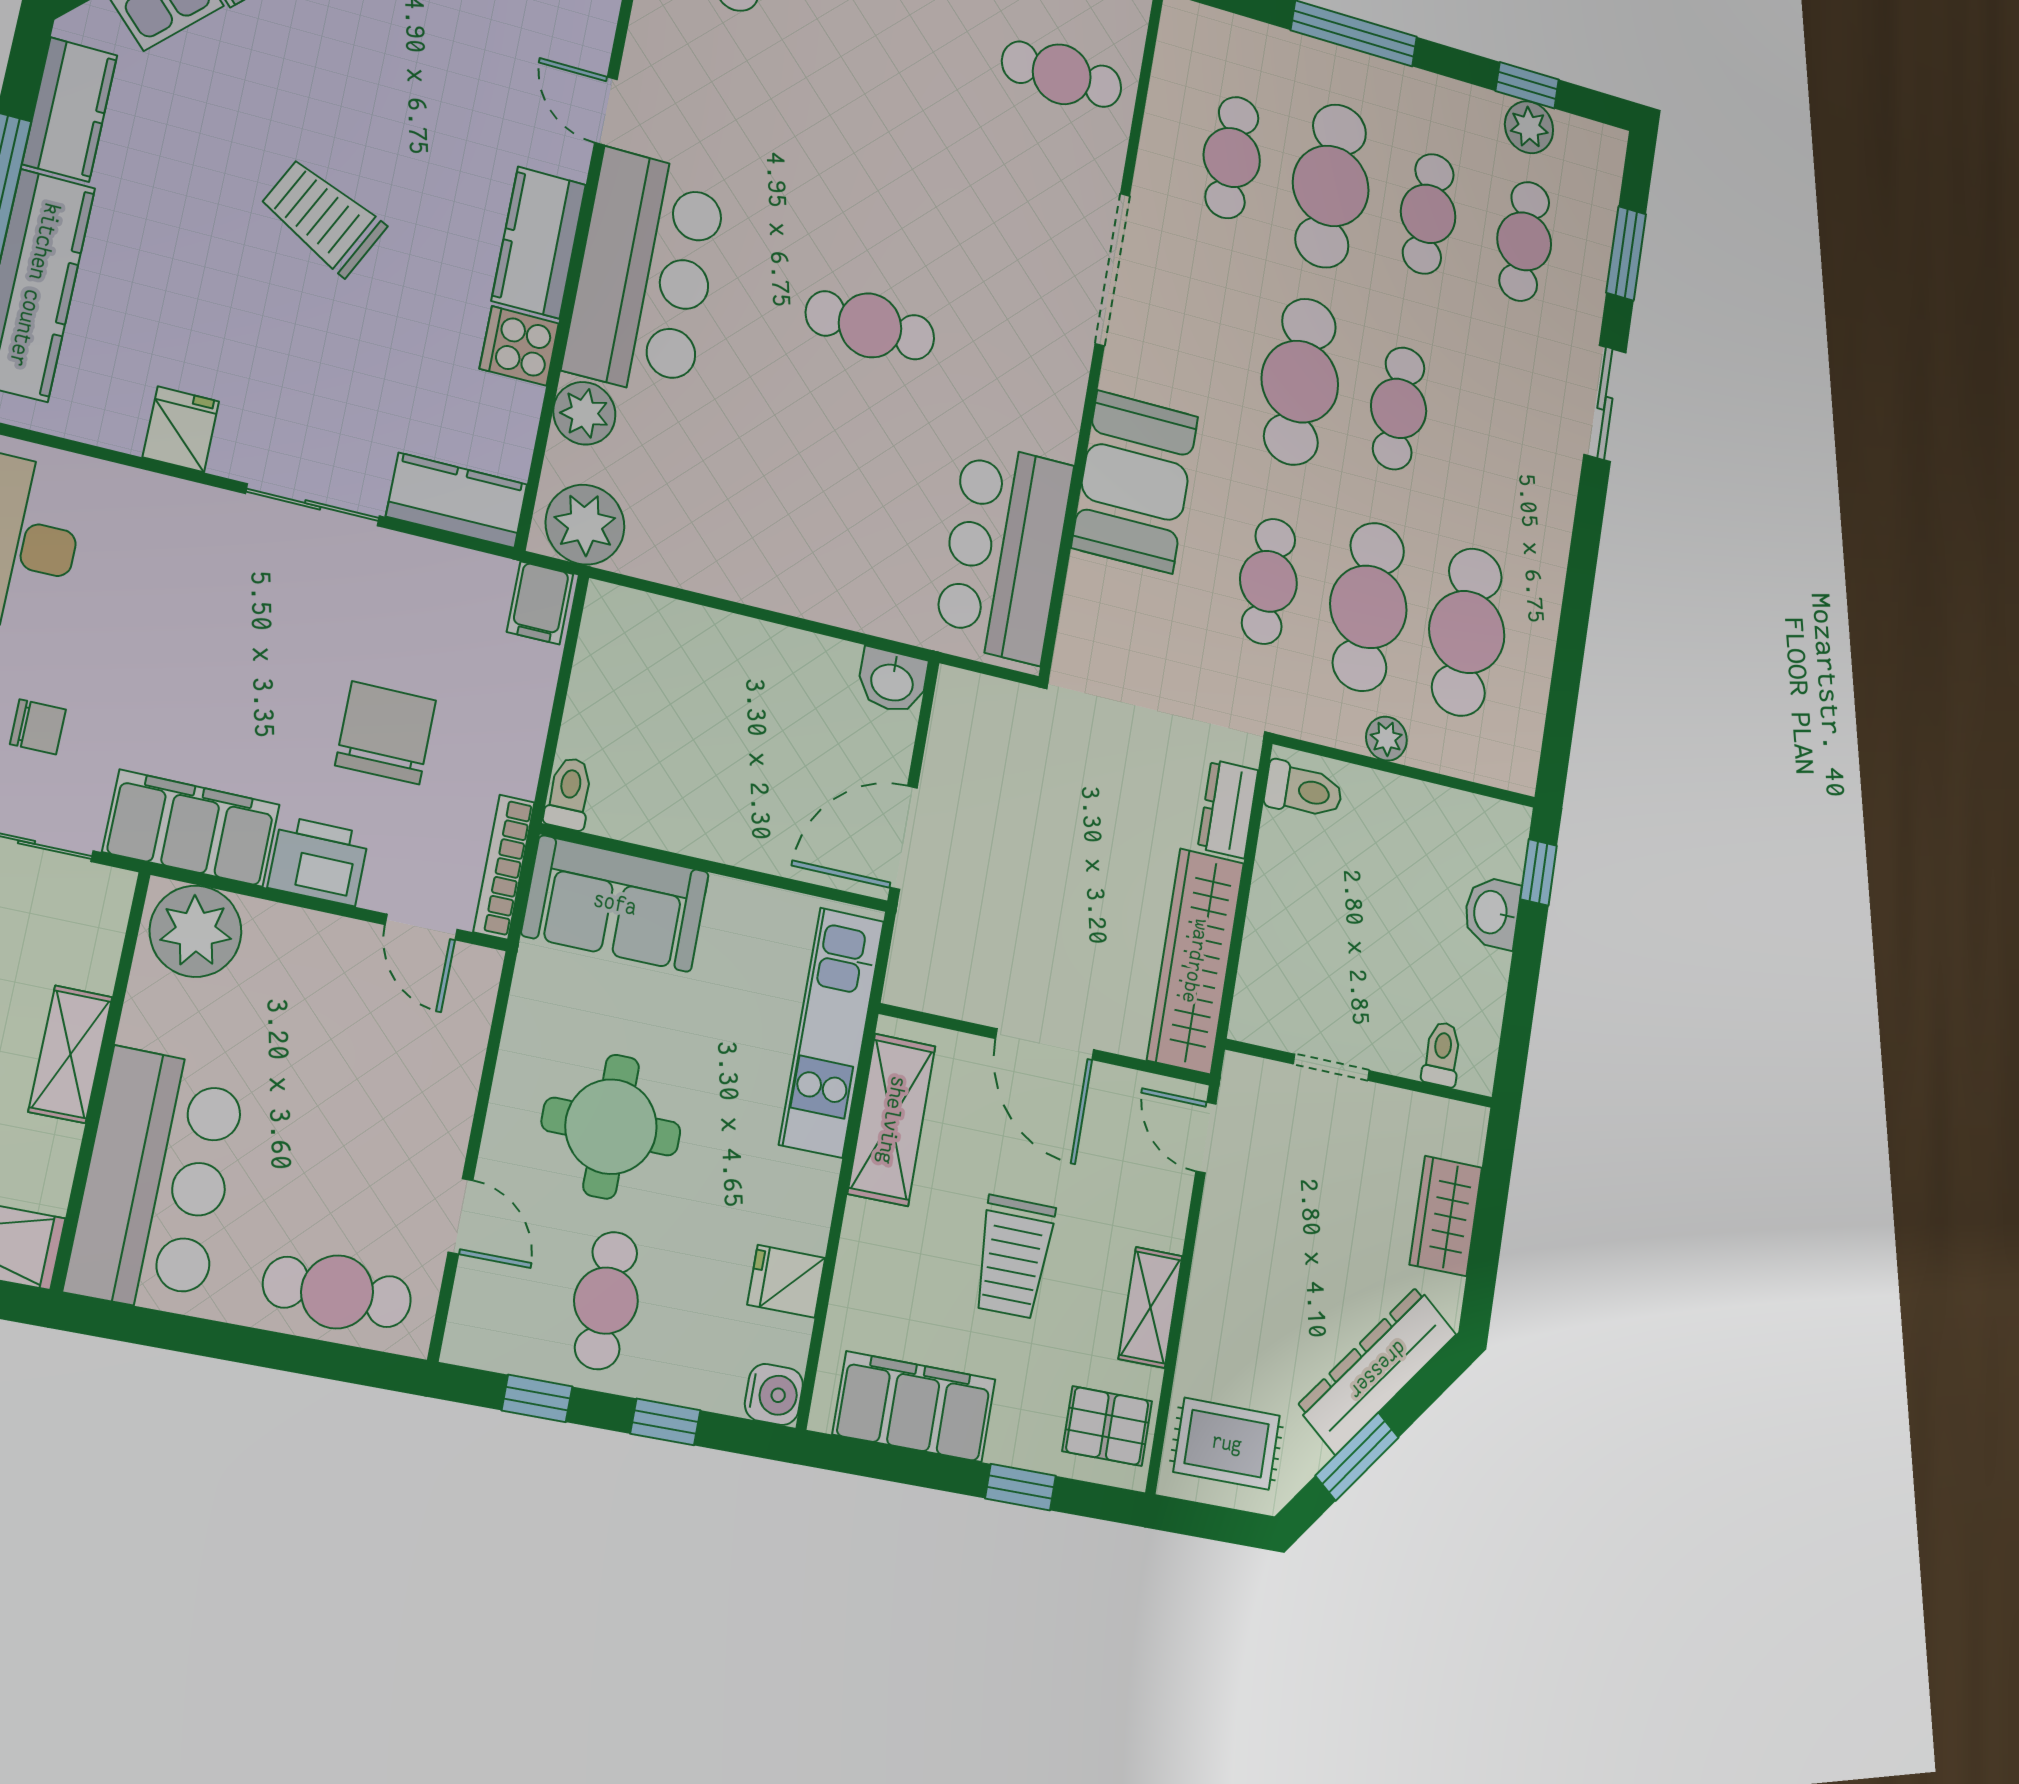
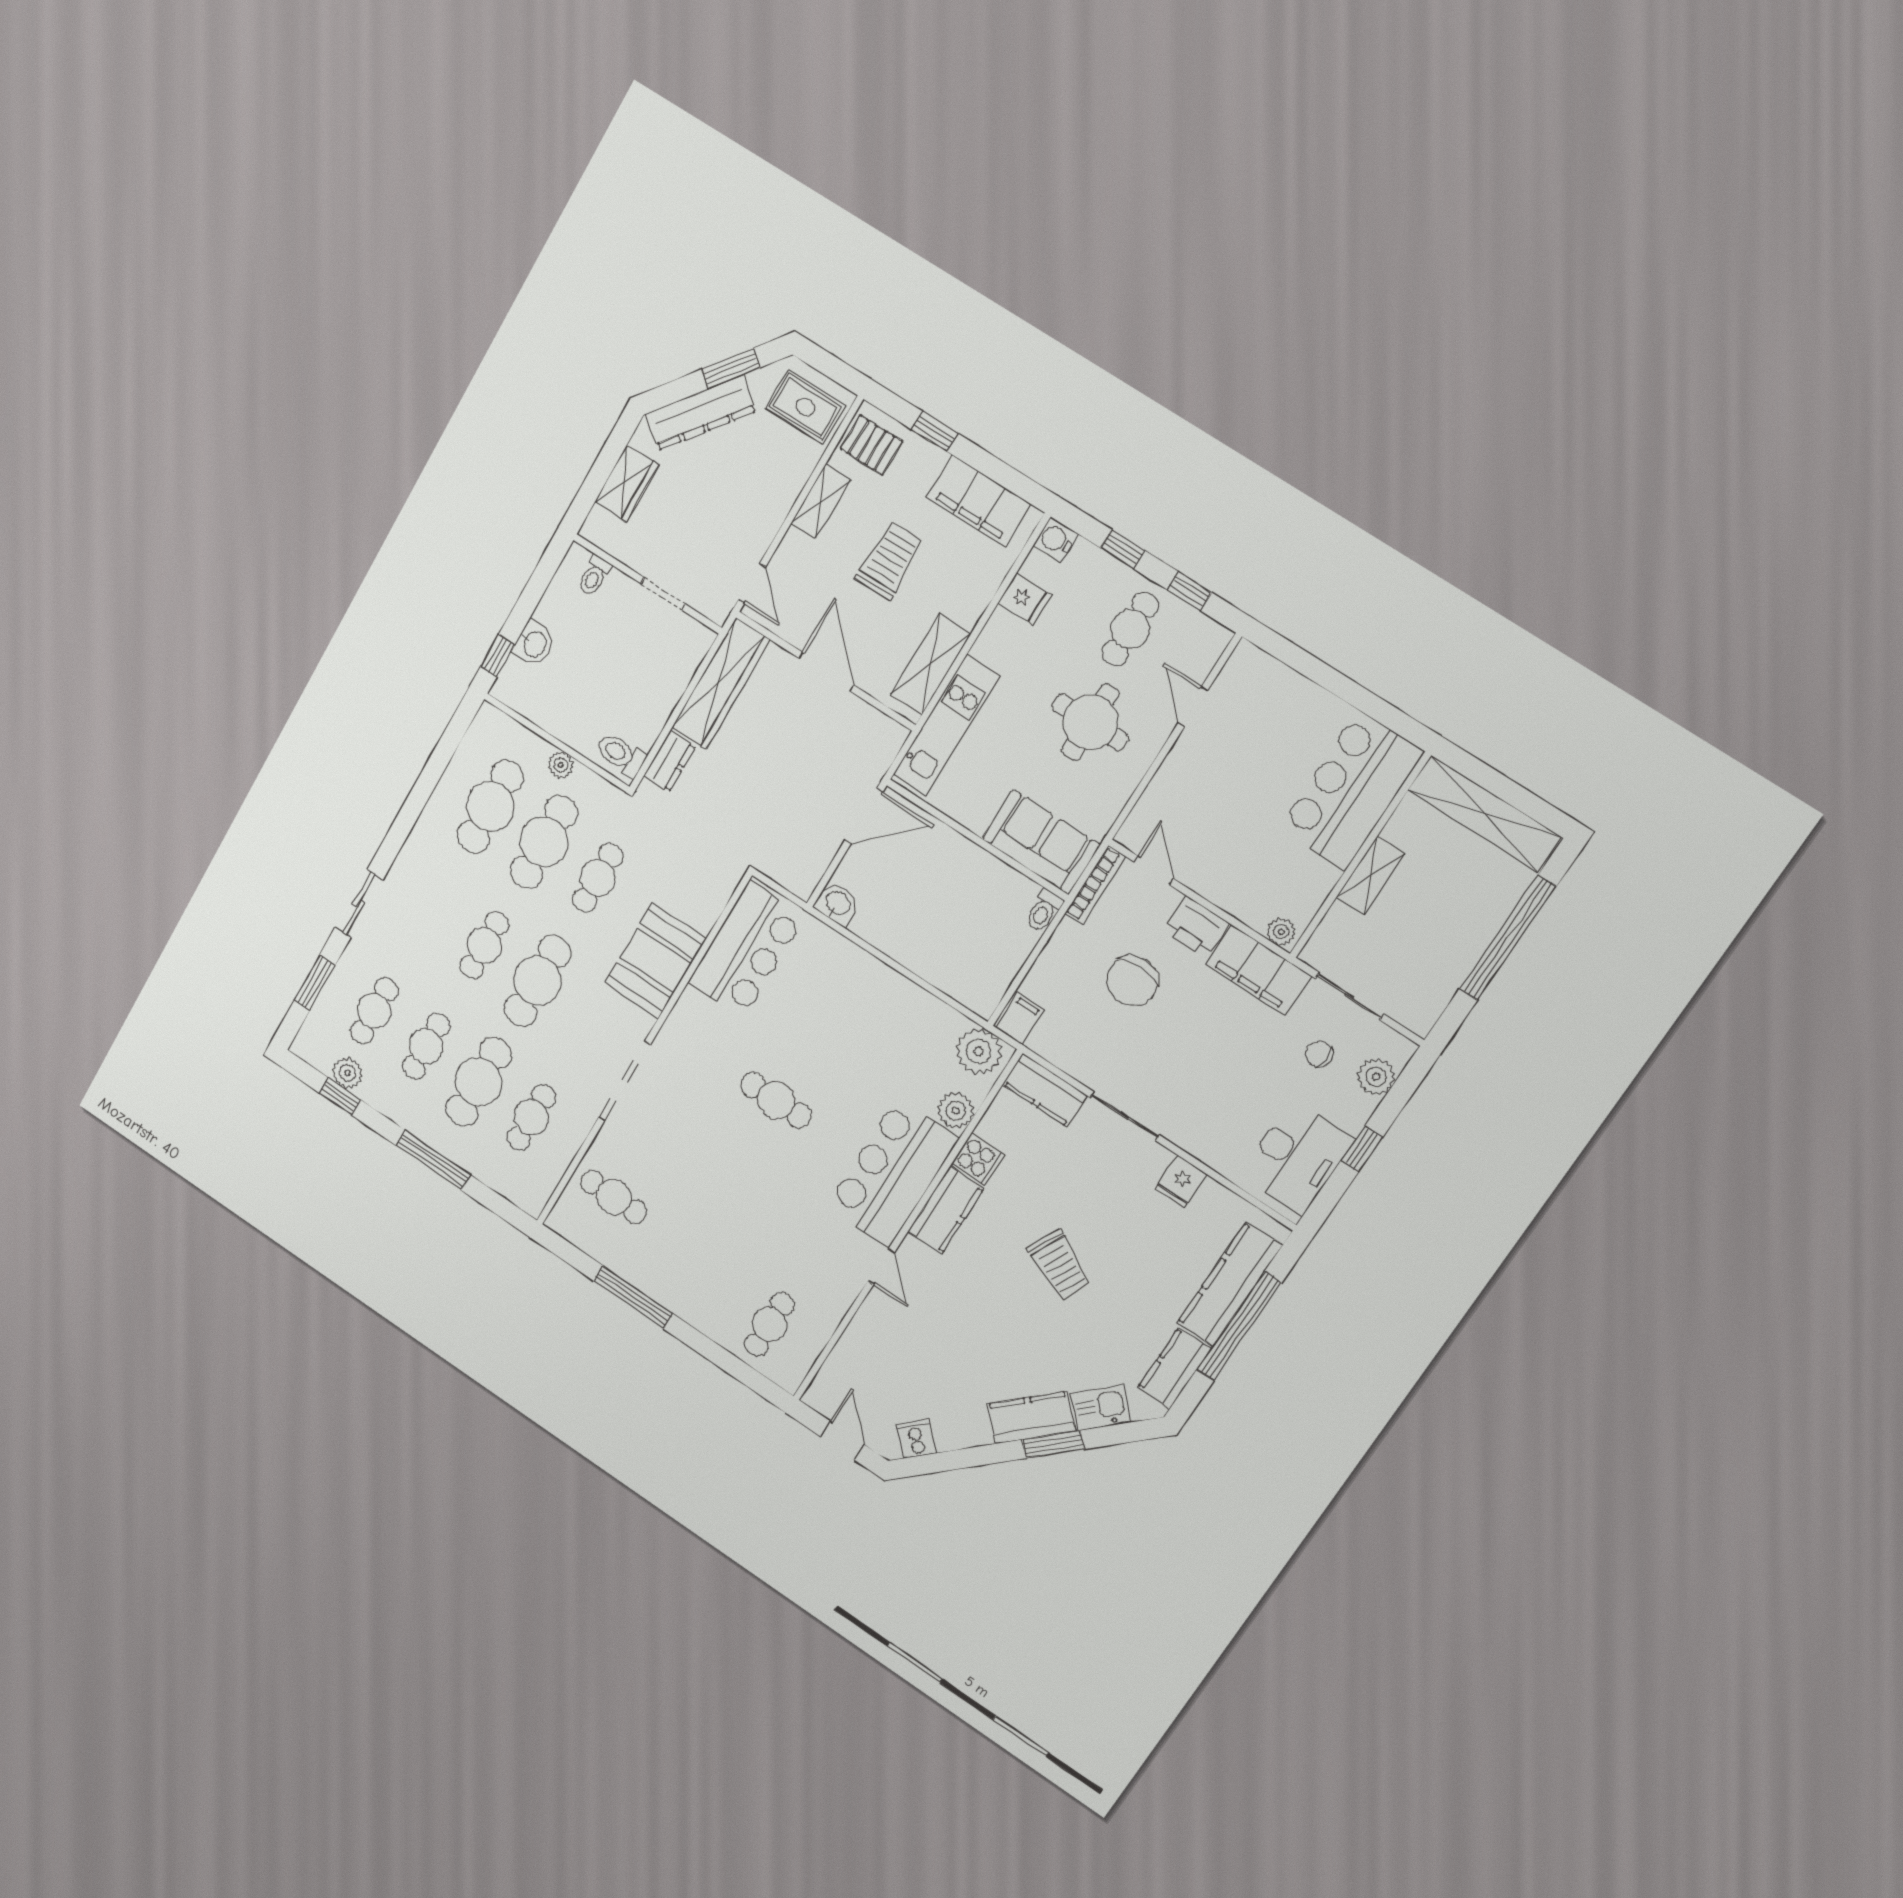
plant: (196, 931) -> (1281, 932), width x0.53, depth x0.53
cafe table: (337, 1292) -> (1277, 693), removed

